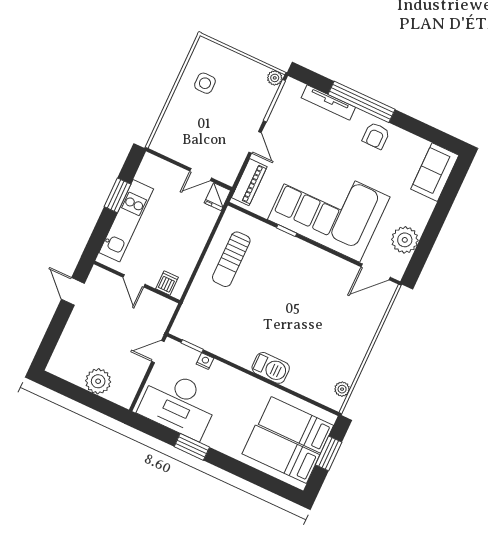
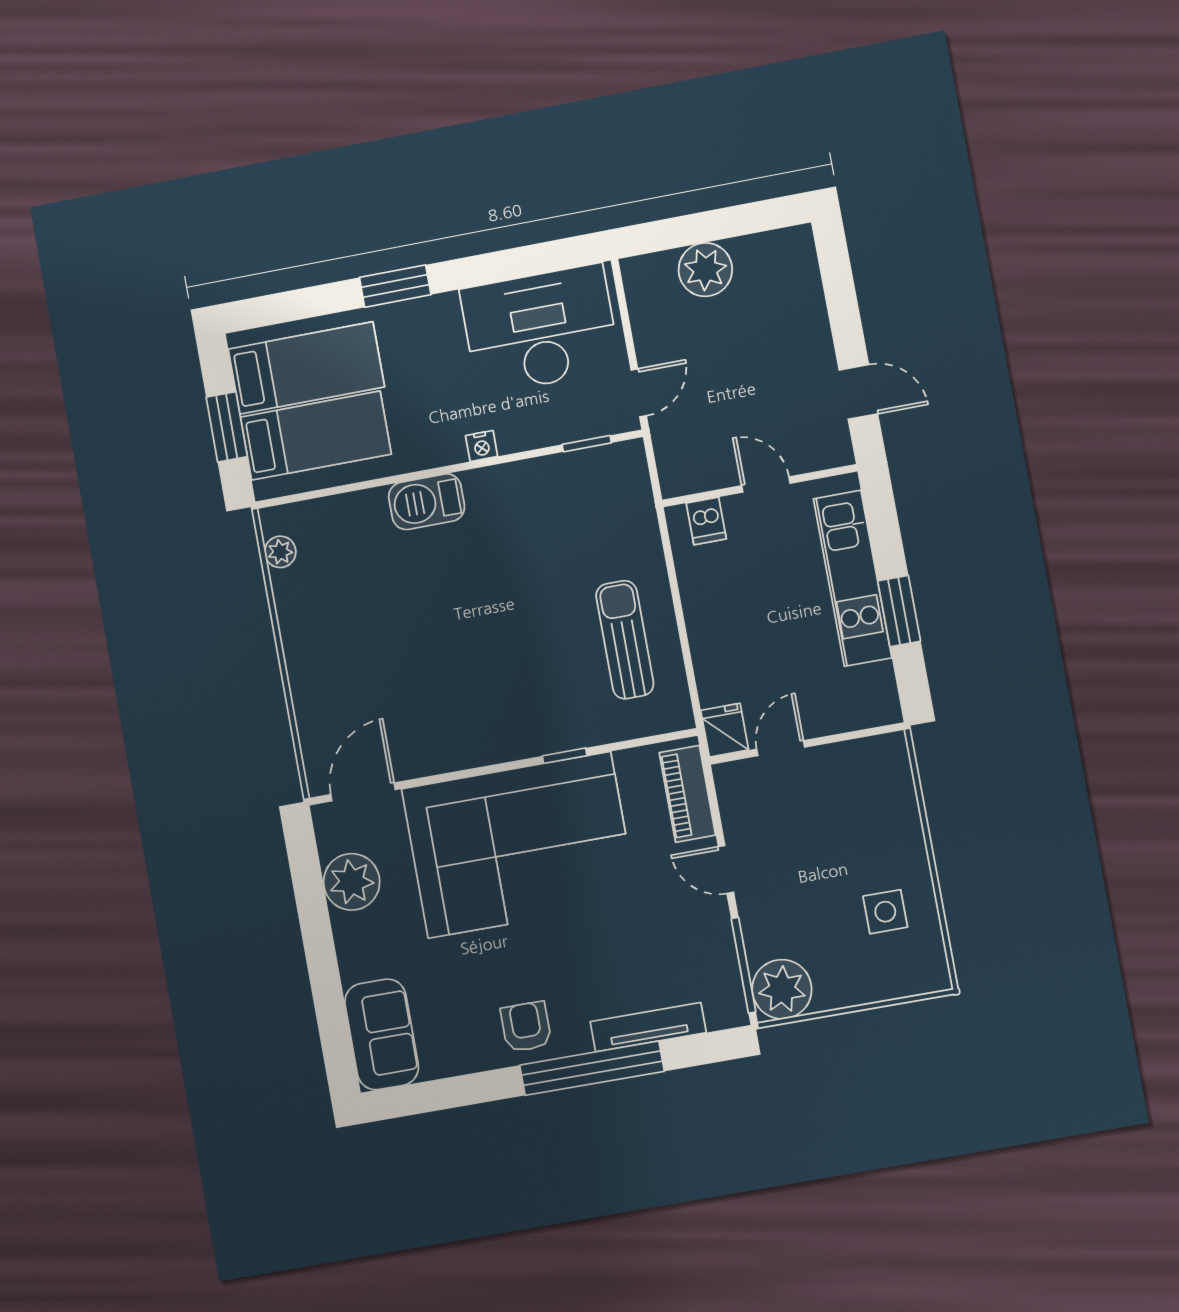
plant: (275, 78) -> (782, 989), width x1.88, depth x1.88
nightstand: (205, 361) -> (482, 446), moved
window: (192, 447) -> (395, 286), moved

